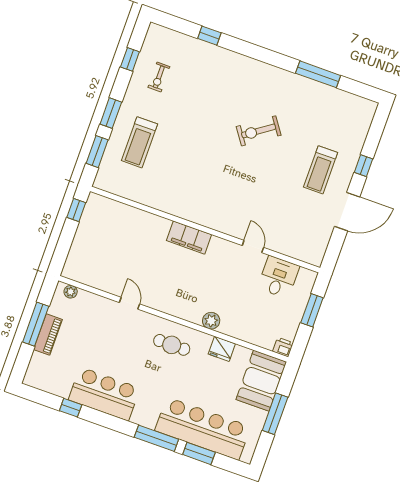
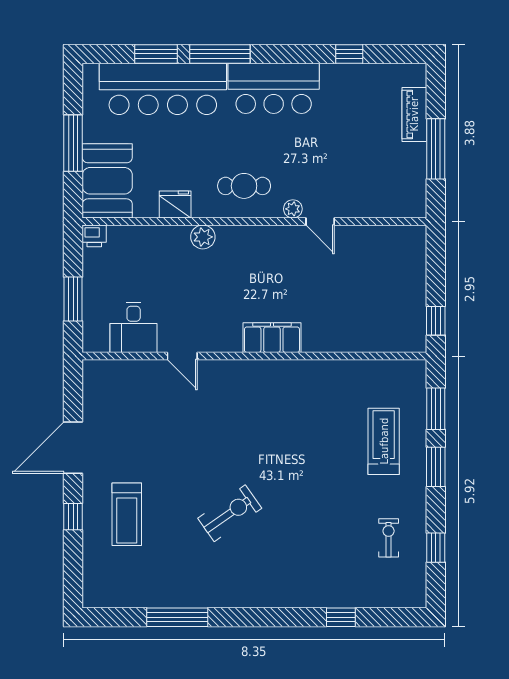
treadmill: (321, 170) -> (127, 514), moved, turned 180
plant: (71, 292) -> (293, 209), moved
piano: (48, 335) -> (414, 114), moved
bar counter: (104, 394) -> (274, 88), moved

